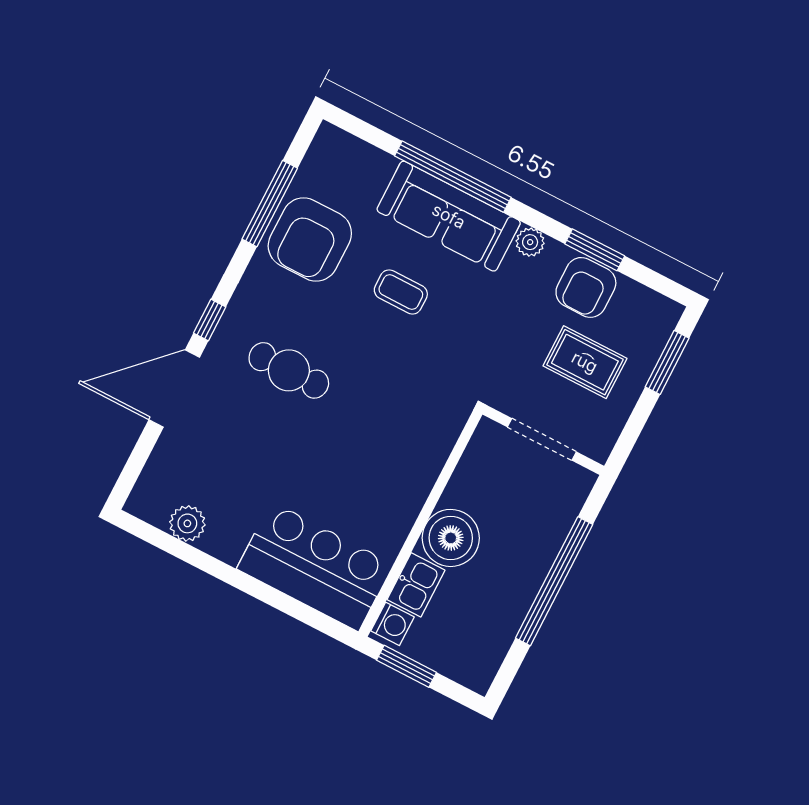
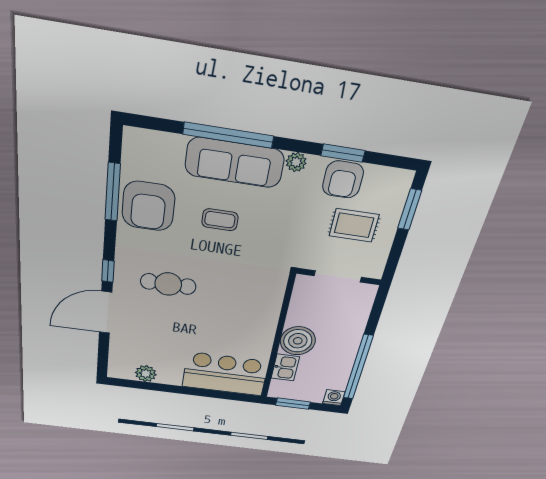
window: (554, 581) -> (358, 367), moved
washing machine: (393, 624) -> (334, 398), moved, turned -90

